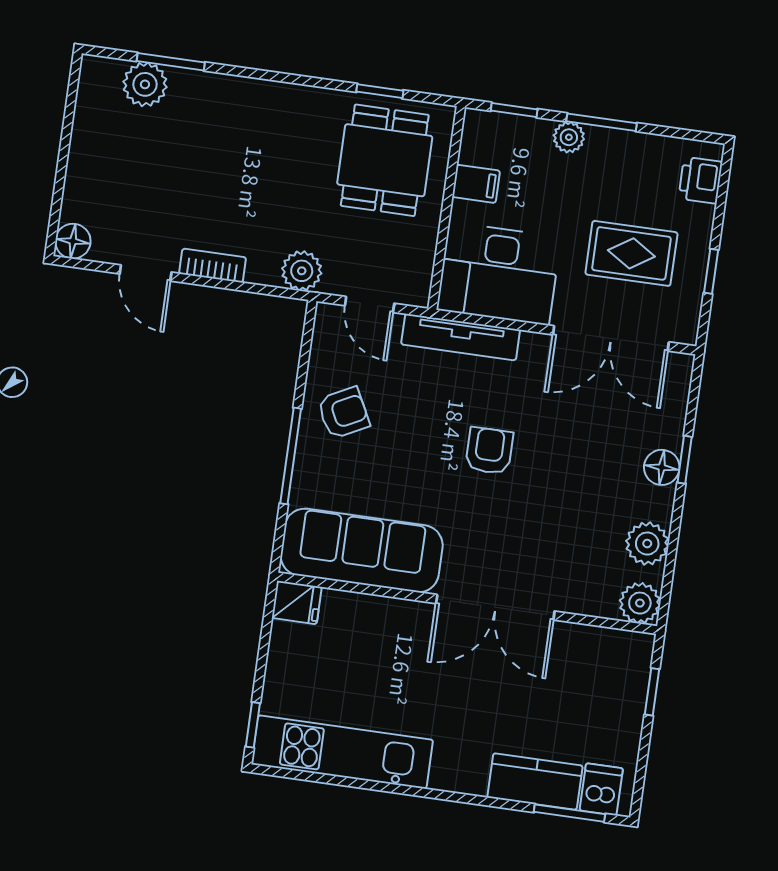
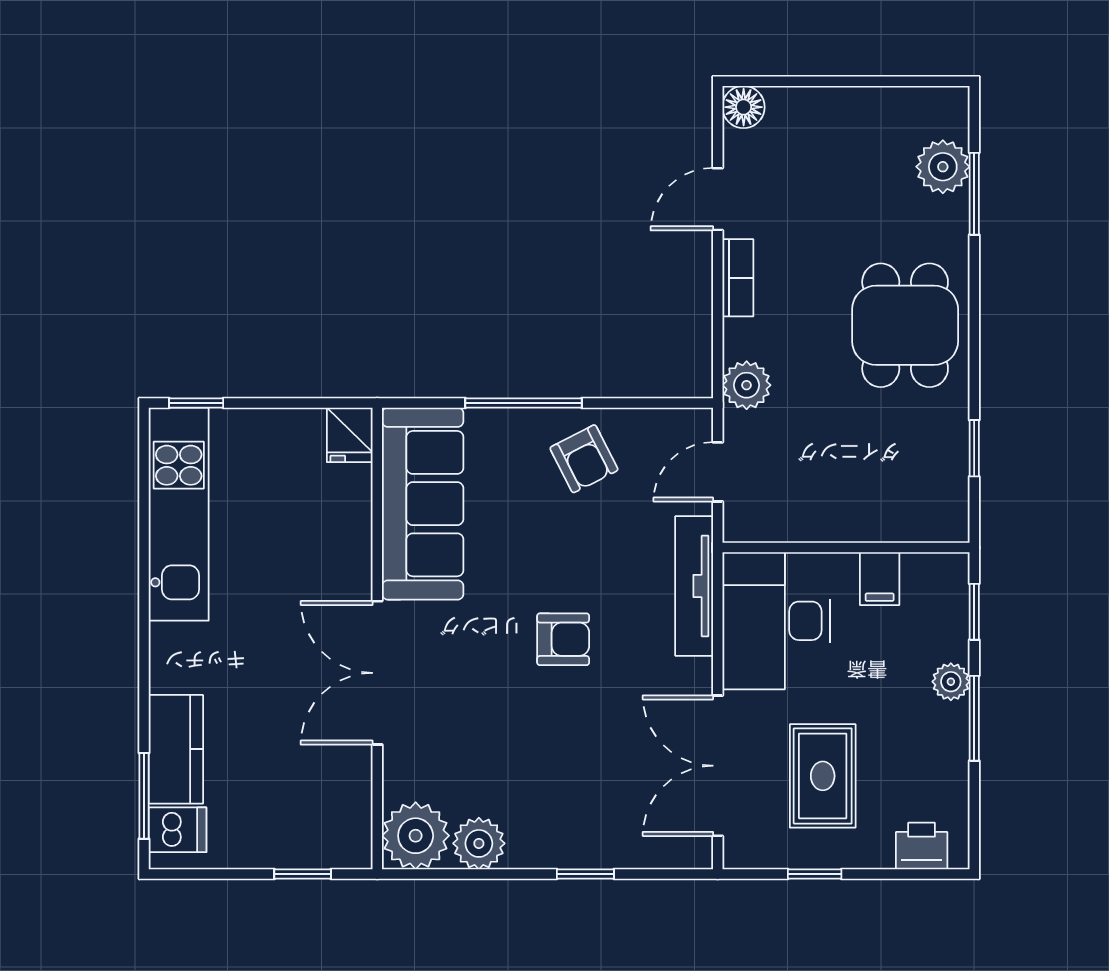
dining table: (385, 160) -> (905, 325), moved, turned 90
floor lamp: (662, 467) -> (572, 848), removed
plant: (640, 603) -> (416, 836), width x1.36, depth x1.36

